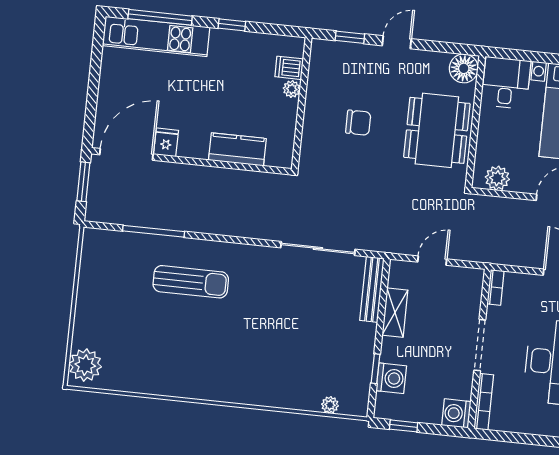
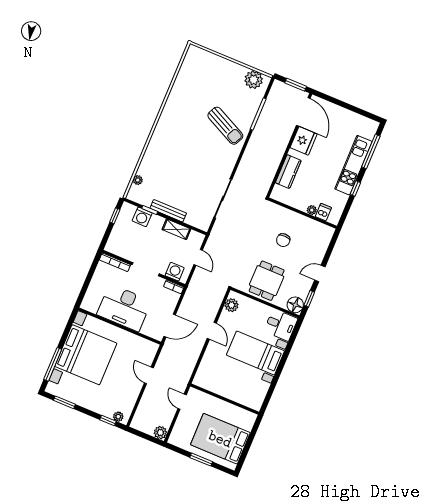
kitchen unit: (156, 36) -> (353, 165), moved
window: (350, 37) -> (309, 299), moved
door: (397, 42) -> (320, 273), swing flipped
dining table: (437, 130) -> (267, 281), width x0.73
fridge: (166, 142) -> (304, 141), width x1.88, depth x1.34
sun lounger: (191, 282) -> (225, 126), turned -64
bench: (372, 289) -> (168, 211), moved
plant: (85, 365) -> (254, 80), moved
washing machine: (456, 413) -> (175, 272), moved

